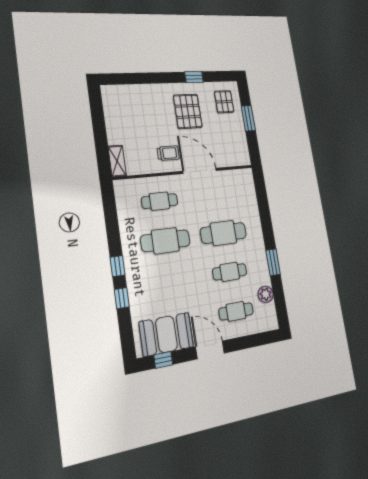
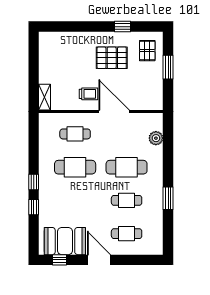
pallet: (188, 111) -> (112, 58), turned 90
plant: (266, 294) -> (156, 138), moved

